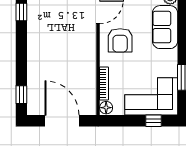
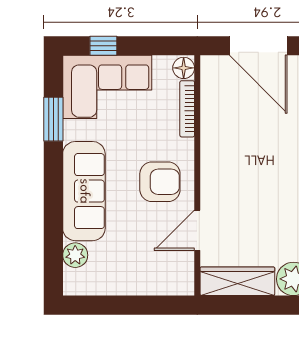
sofa: (165, 27) -> (84, 191), width x1.36
armchair: (120, 40) -> (160, 182), turned 90

